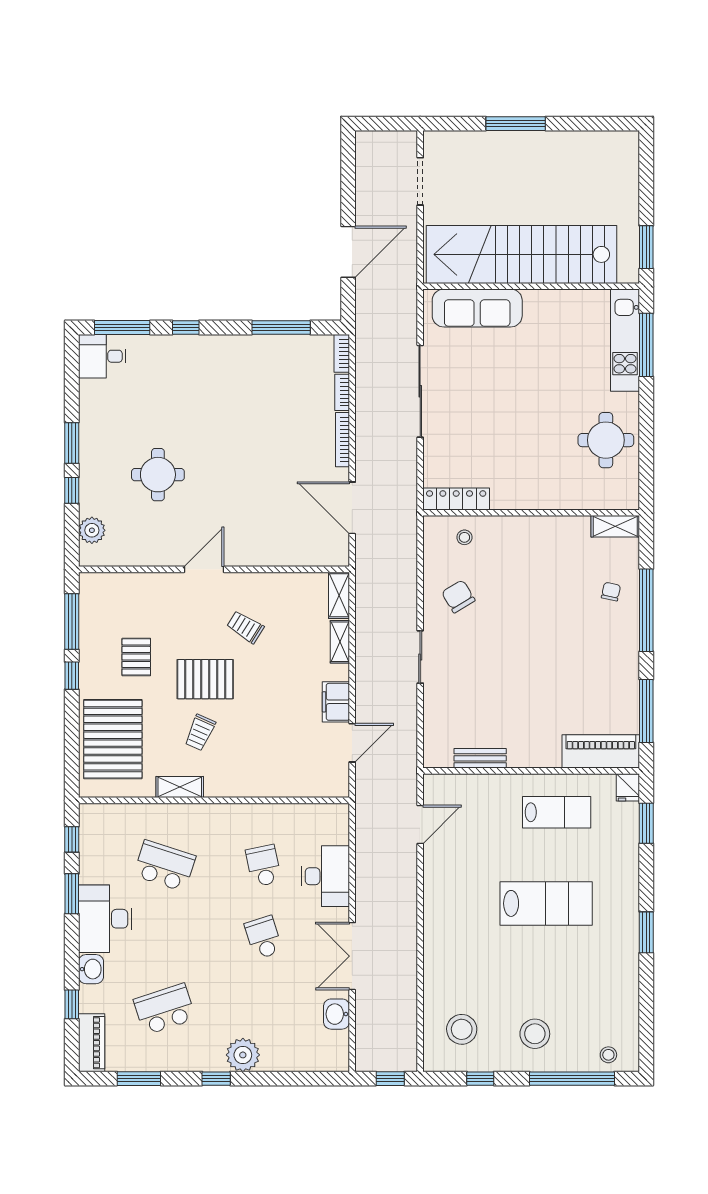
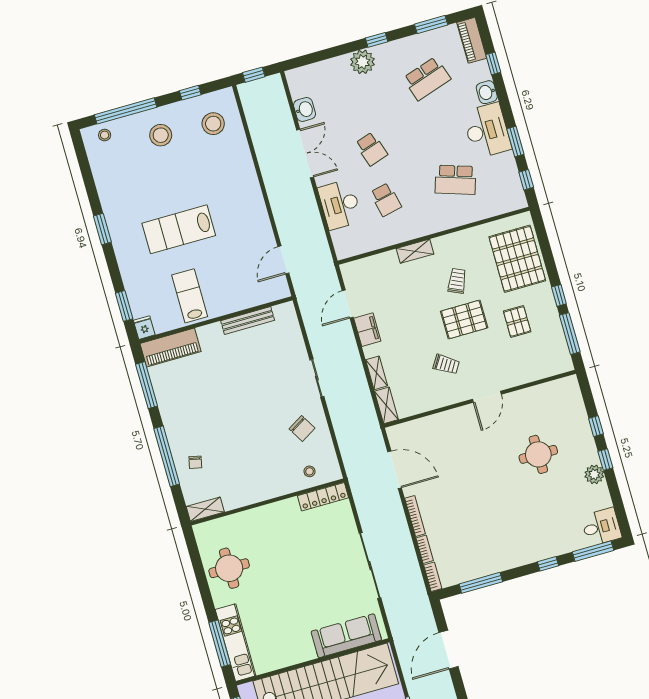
window: (72, 443) -> (605, 460), width x0.67
plant: (92, 530) -> (594, 474), moved
bench: (480, 758) -> (248, 320), width x1.36
shelving: (180, 787) -> (415, 251), moved
lab bench: (557, 812) -> (190, 296), turned 90

